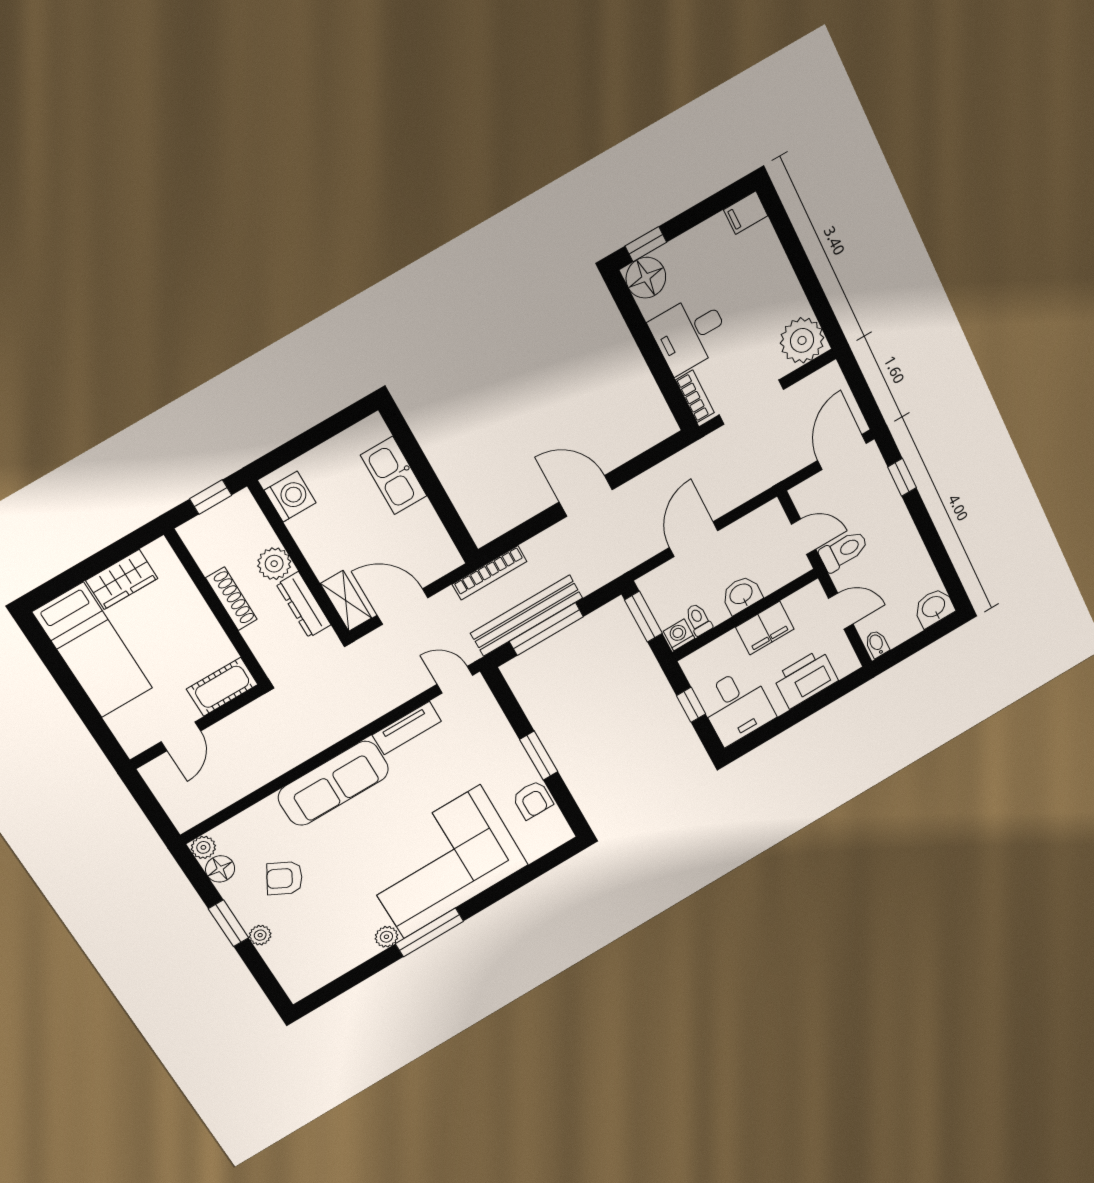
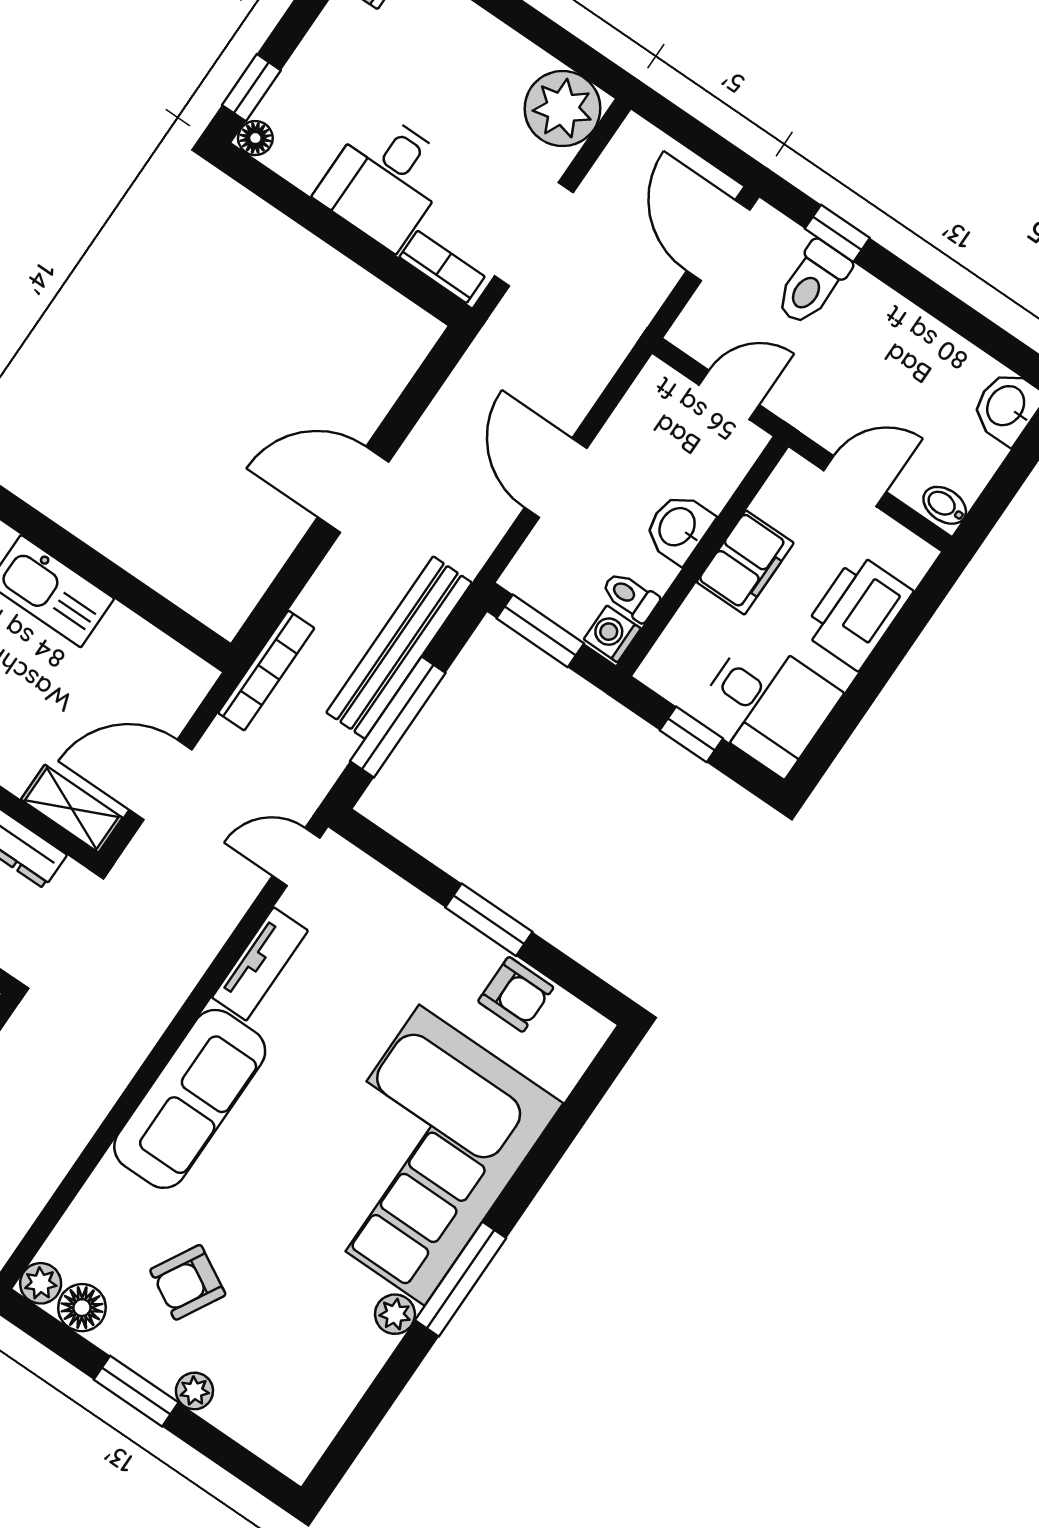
floor lamp: (646, 278) -> (255, 138), width x0.53, depth x0.53
toilet: (844, 551) -> (812, 283), moved, turned 180
bench: (527, 616) -> (399, 648), moved

